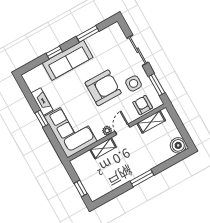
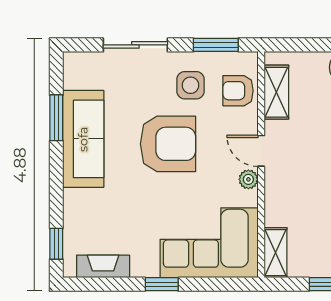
window: (54, 52) -> (56, 244), moved
sofa: (68, 60) -> (83, 139), moved
armchair: (103, 88) -> (168, 144), turned 90
fireplace: (42, 102) -> (103, 266), moved
shelving: (103, 148) -> (276, 253), moved

